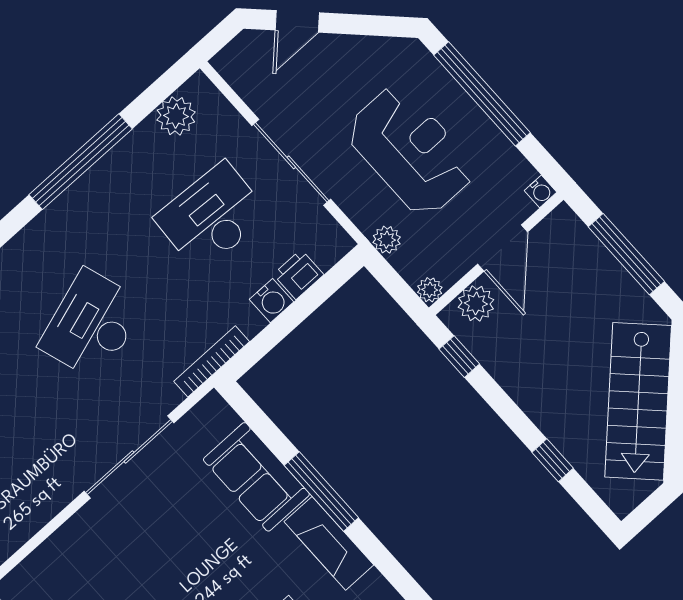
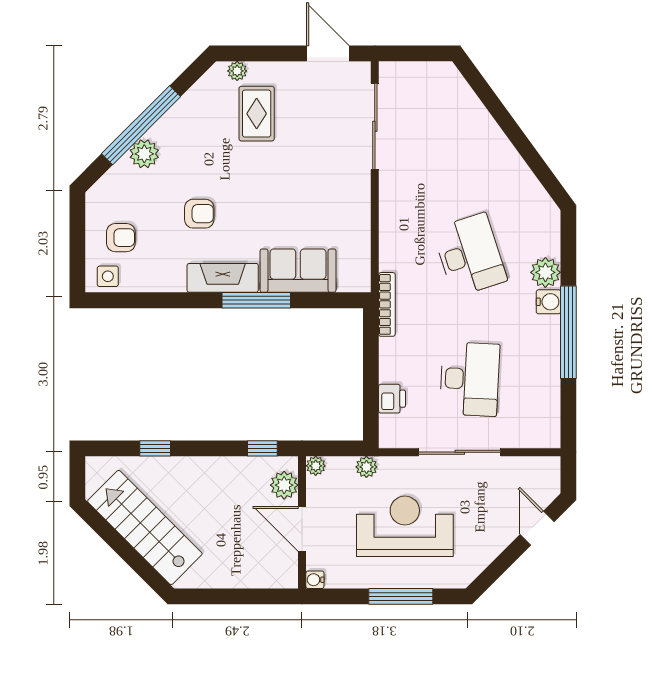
window: (482, 94) -> (401, 596), width x0.68
plant: (176, 116) -> (545, 272), moved
reception desk: (411, 151) -> (405, 526), turned 180
window: (626, 254) -> (235, 596), removed
water cooler: (271, 301) -> (548, 302), moved, turned 180
sliding door: (129, 457) -> (375, 126), moved

